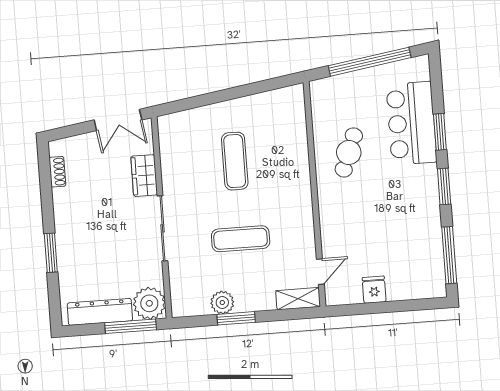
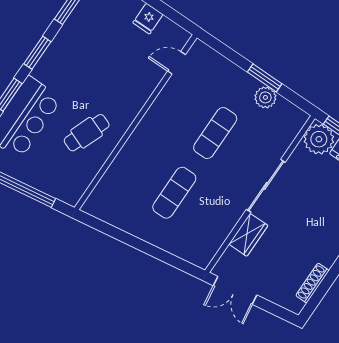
double door: (118, 120) -> (235, 290), swing flipped
shoe rack: (57, 172) -> (312, 283), width x1.43
exercise mat: (241, 239) -> (215, 133), turned 90
shelving: (298, 299) -> (208, 56), removed

